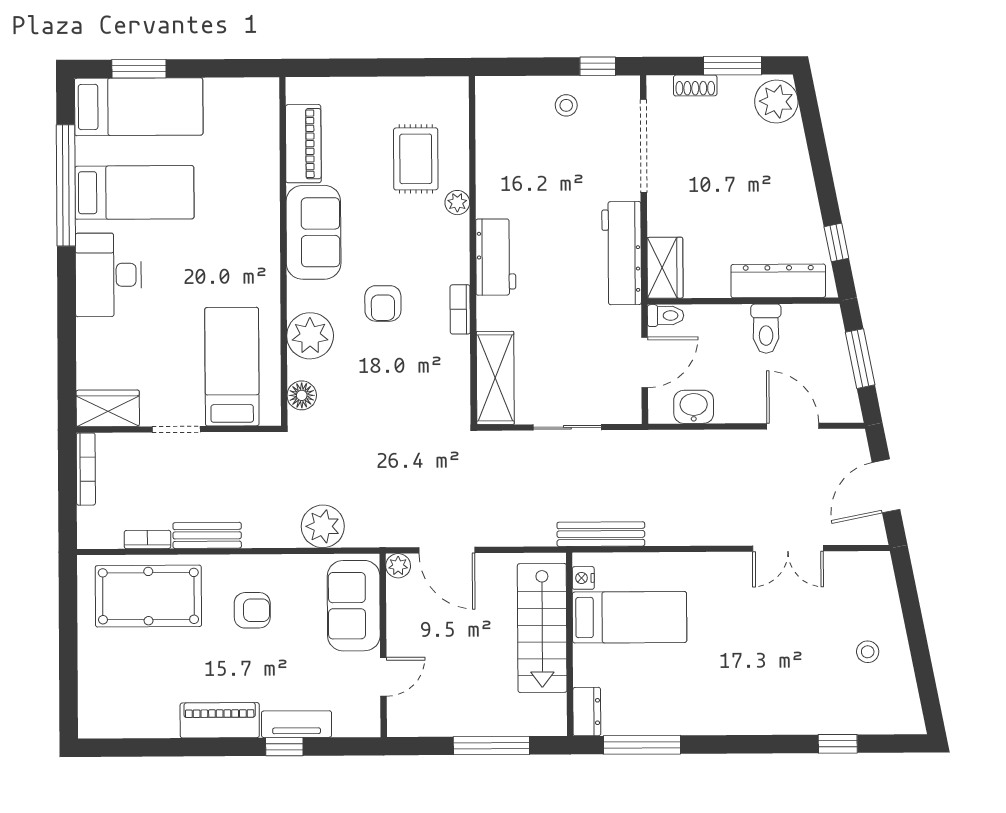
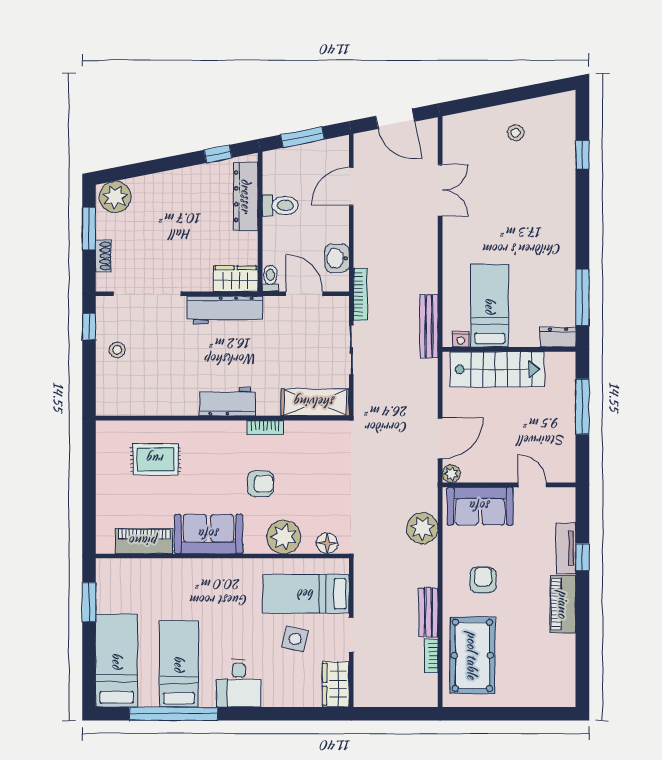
window: (139, 69) -> (89, 602), moved
plant: (457, 203) -> (187, 429), removed
desk: (108, 275) -> (239, 683), width x0.73
side table: (170, 352) -> (295, 639), added
bookcase: (86, 469) -> (360, 294), moved, turned 90

